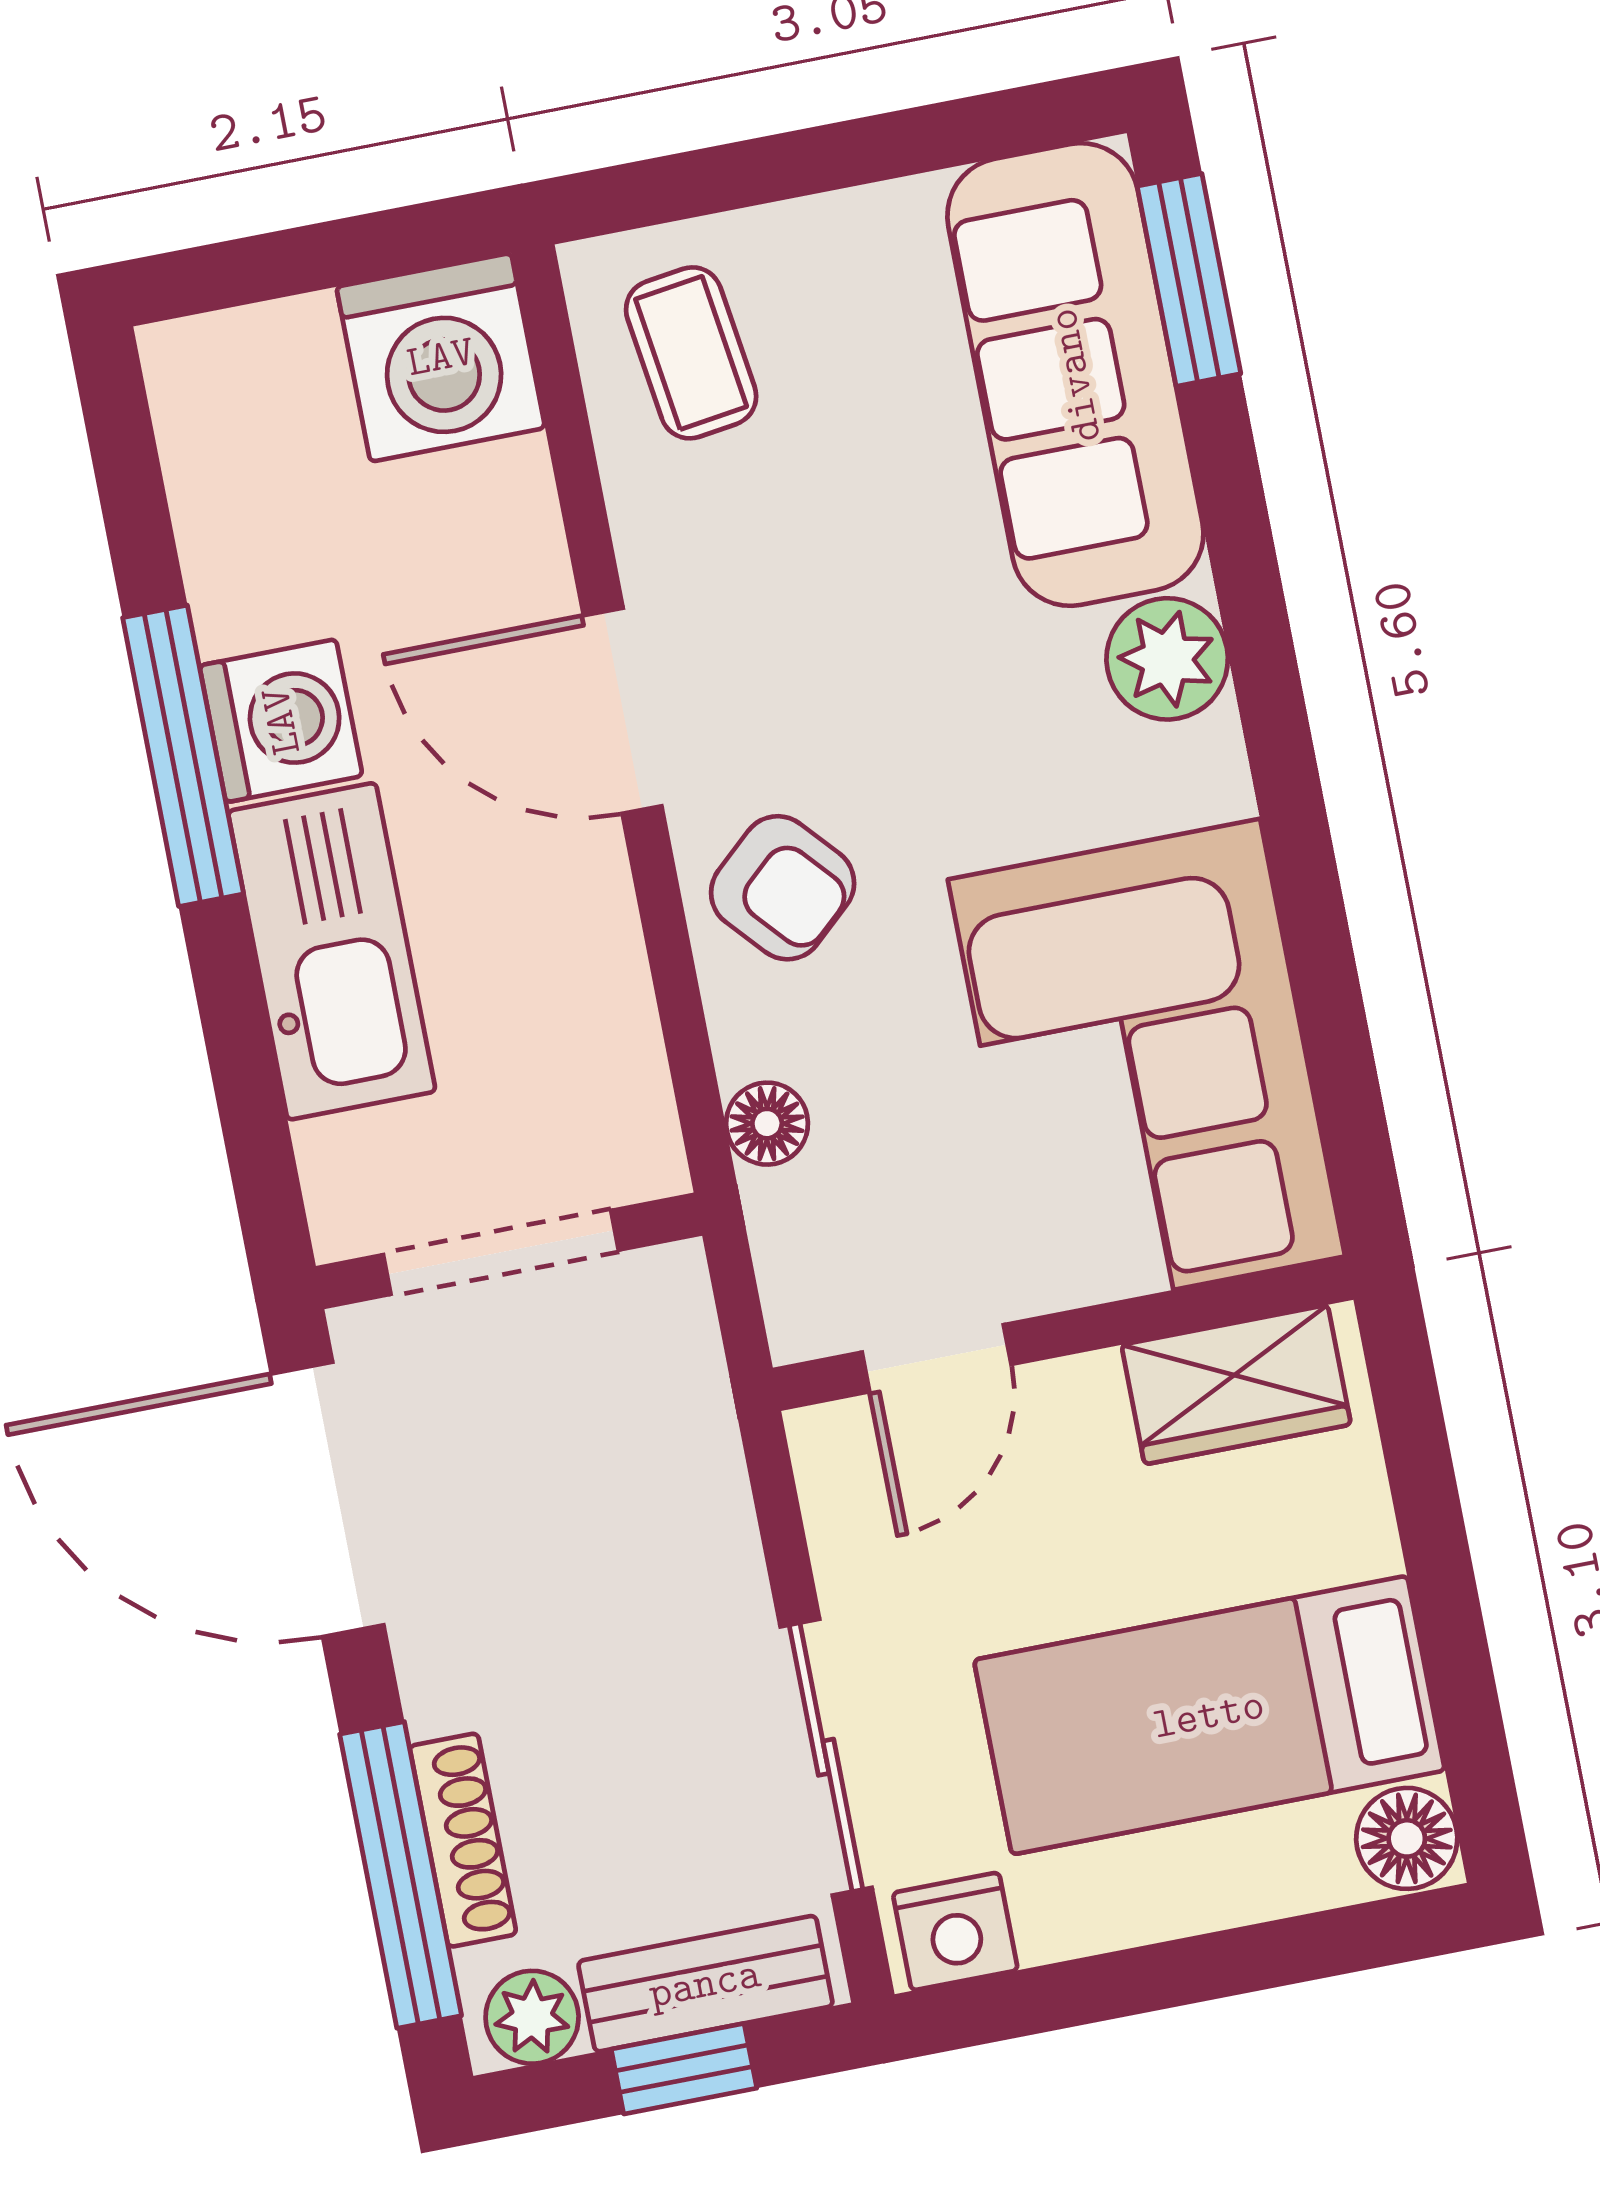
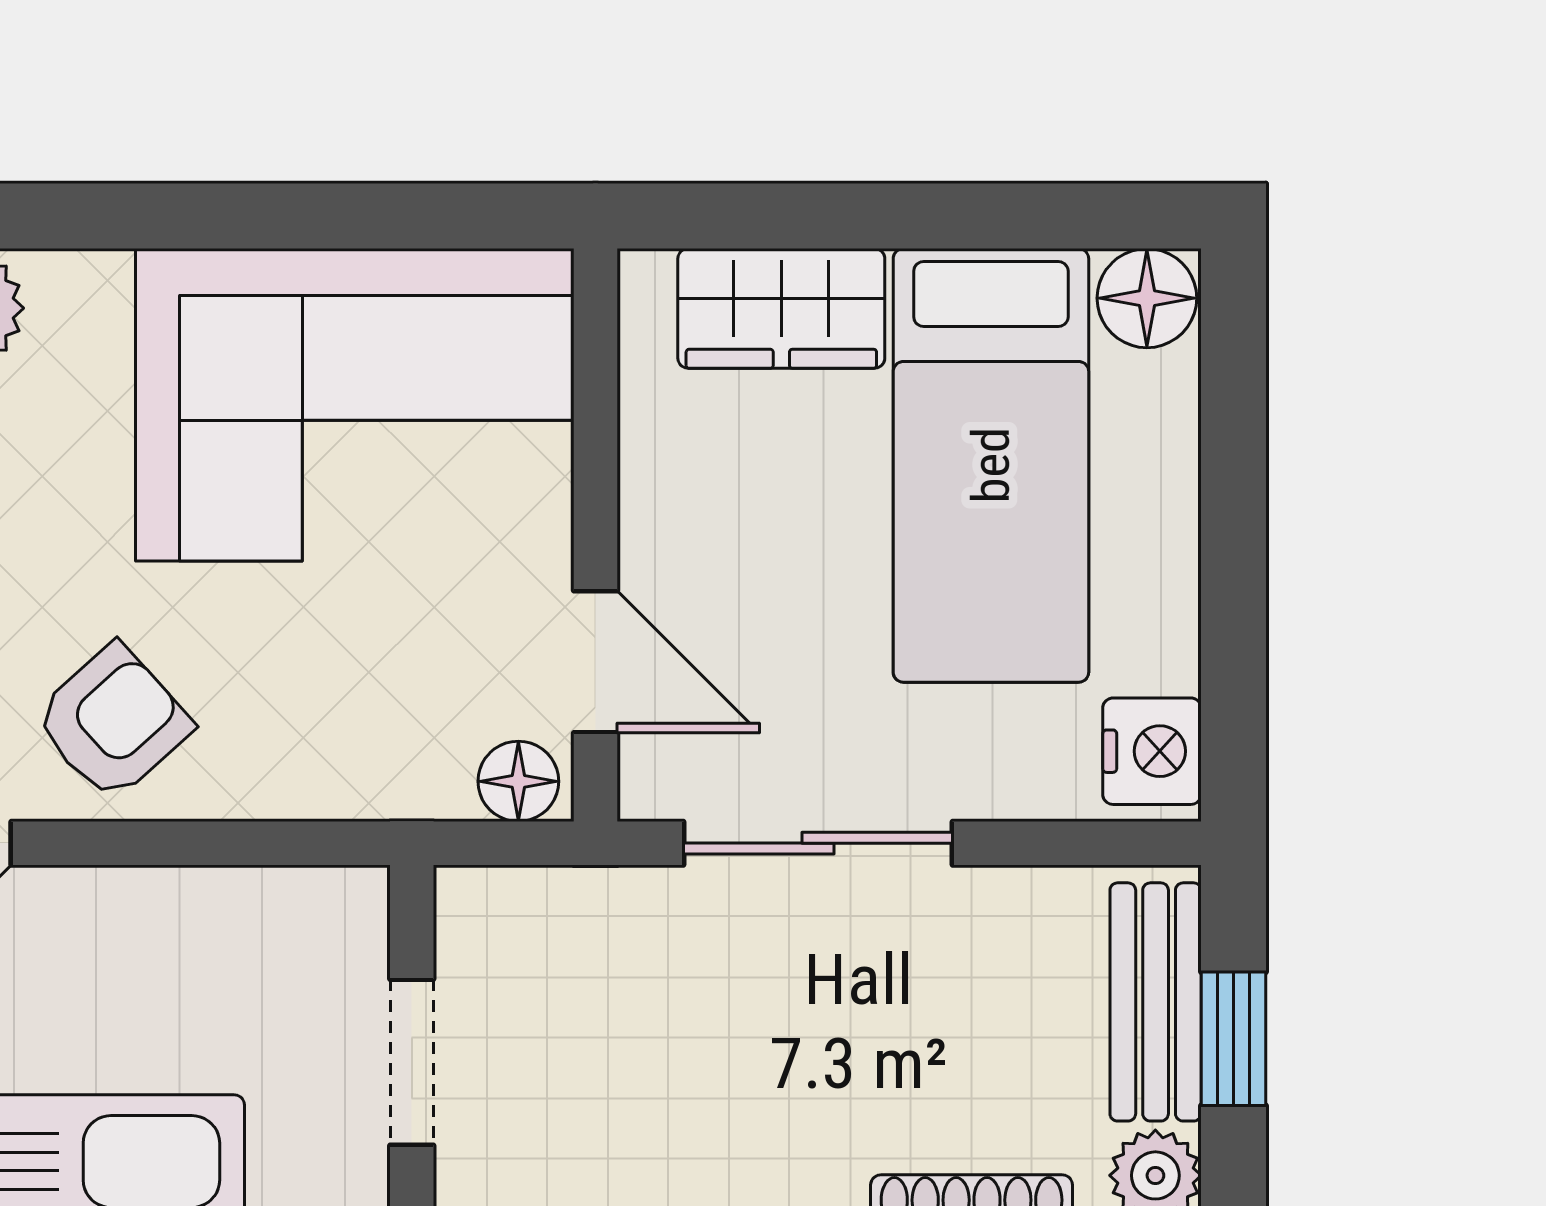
floor lamp: (767, 1124) -> (518, 781), moved
doorway: (501, 1252) -> (412, 1062), width x0.73
wardrobe: (1236, 1385) -> (781, 308), moved, turned 90
sliding door: (826, 1757) -> (818, 843), moved

